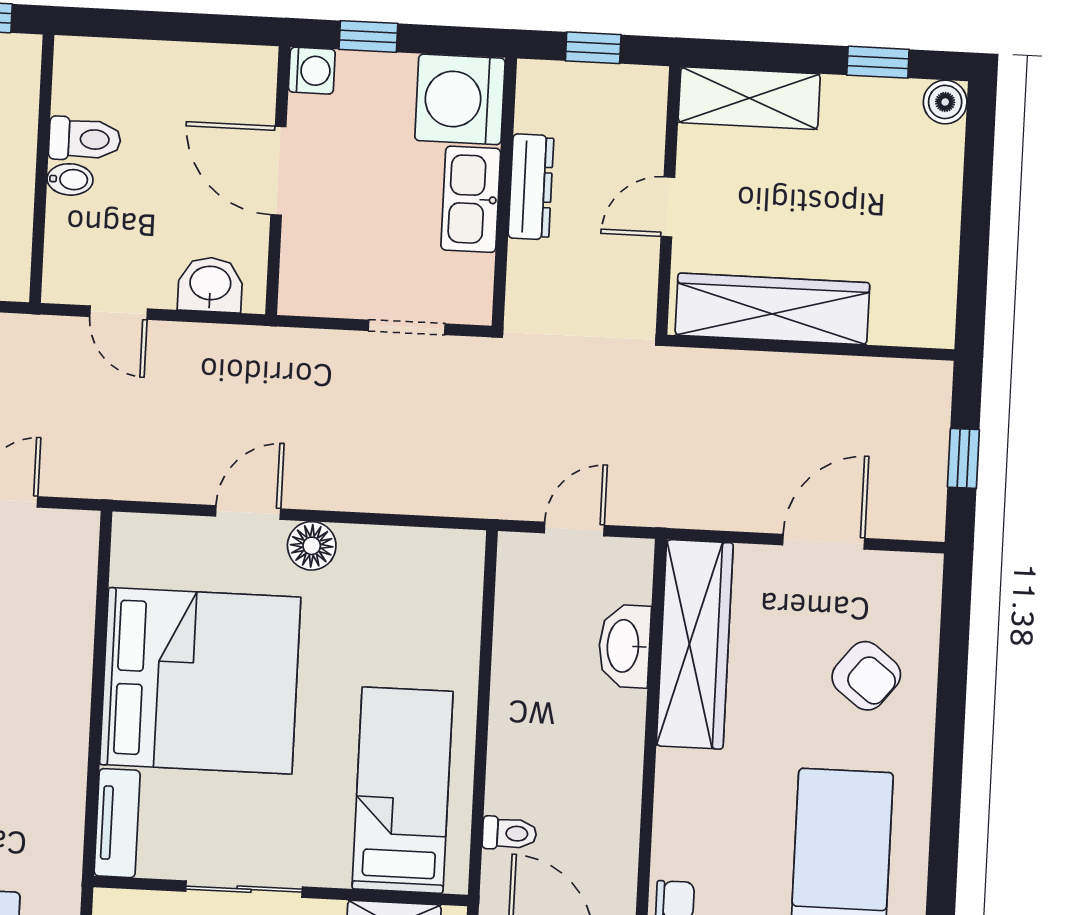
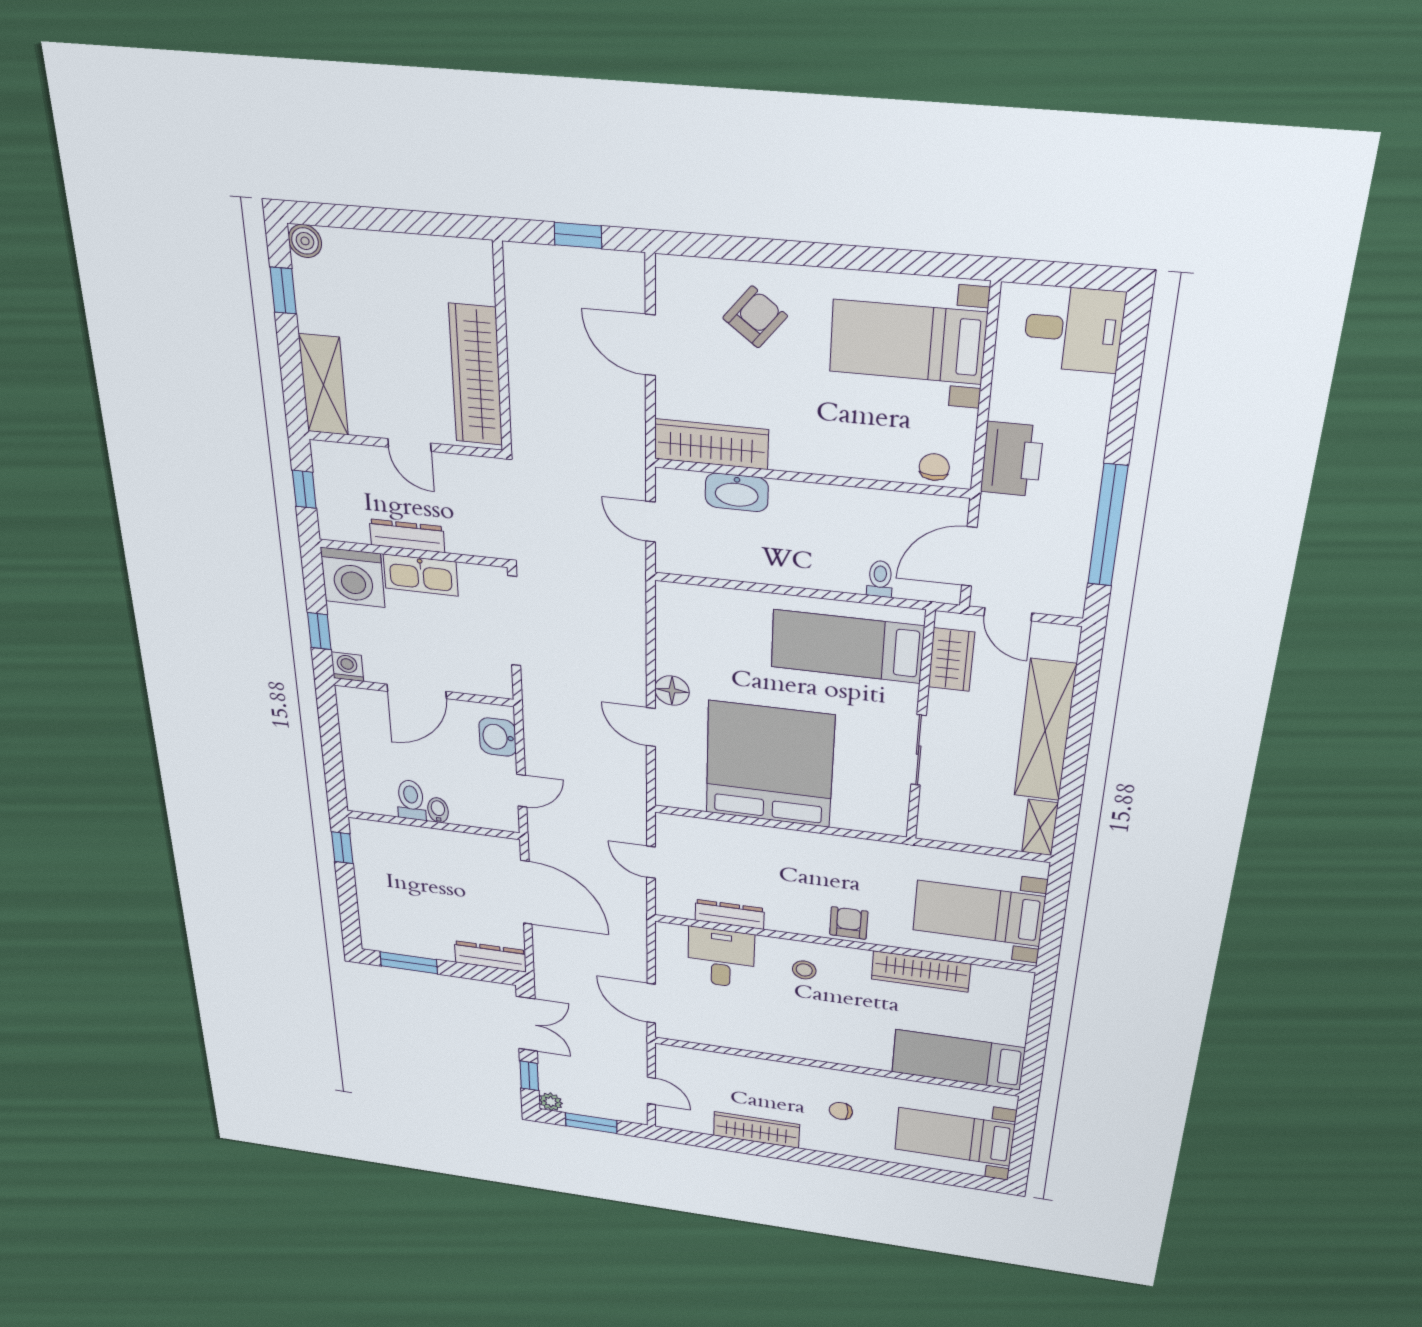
doorway: (407, 327) -> (514, 621), width x1.88
wardrobe: (695, 644) -> (711, 444), width x0.71, depth x0.85
tv unit: (117, 823) -> (870, 821), removed

